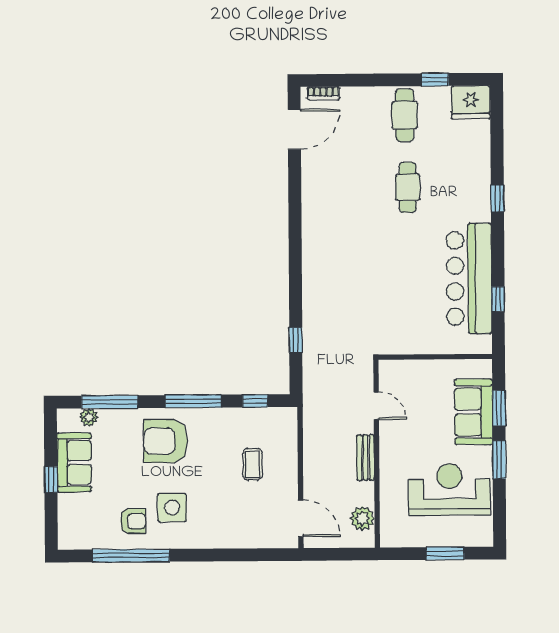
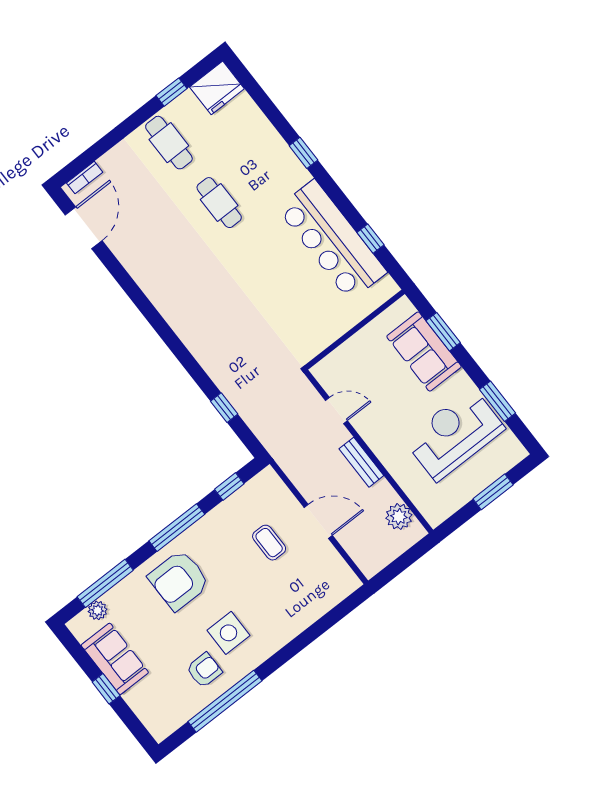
window: (499, 460) -> (497, 401), moved
door: (301, 518) -> (318, 521), moved

